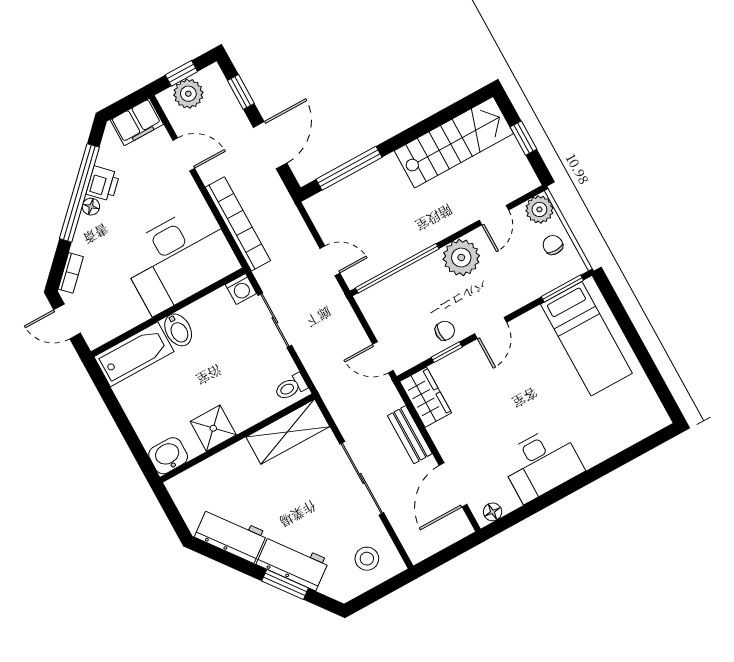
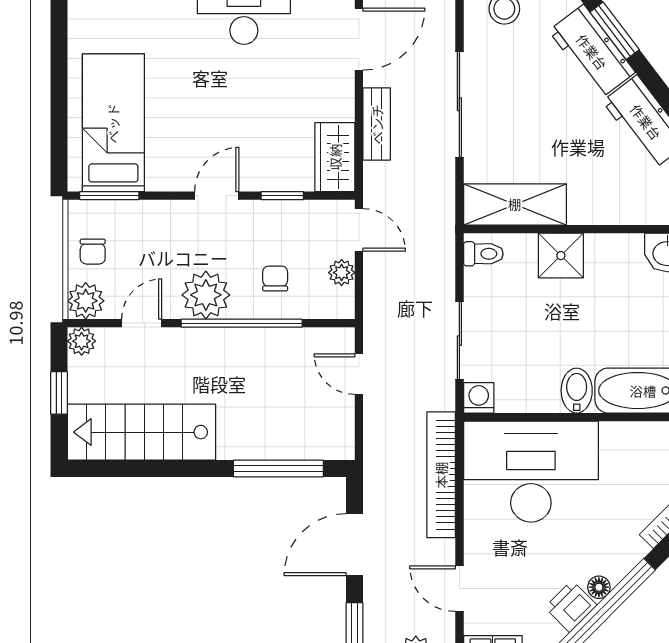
plant: (527, 181) -> (82, 341), added
window: (397, 268) -> (242, 323), moved
plant: (379, 322) -> (342, 273), added
chair: (445, 331) -> (275, 278), moved, turned 90
shower: (213, 428) -> (561, 256), moved

